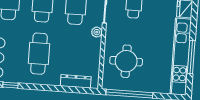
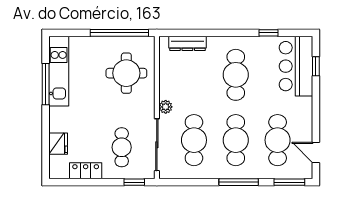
kitchen unit: (181, 57) -> (59, 71), width x0.73

